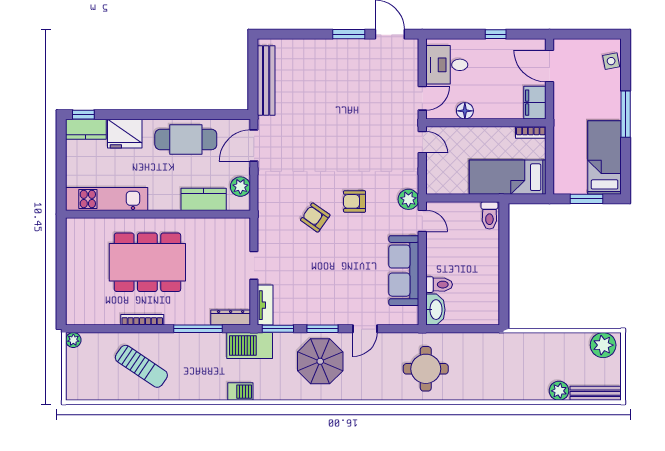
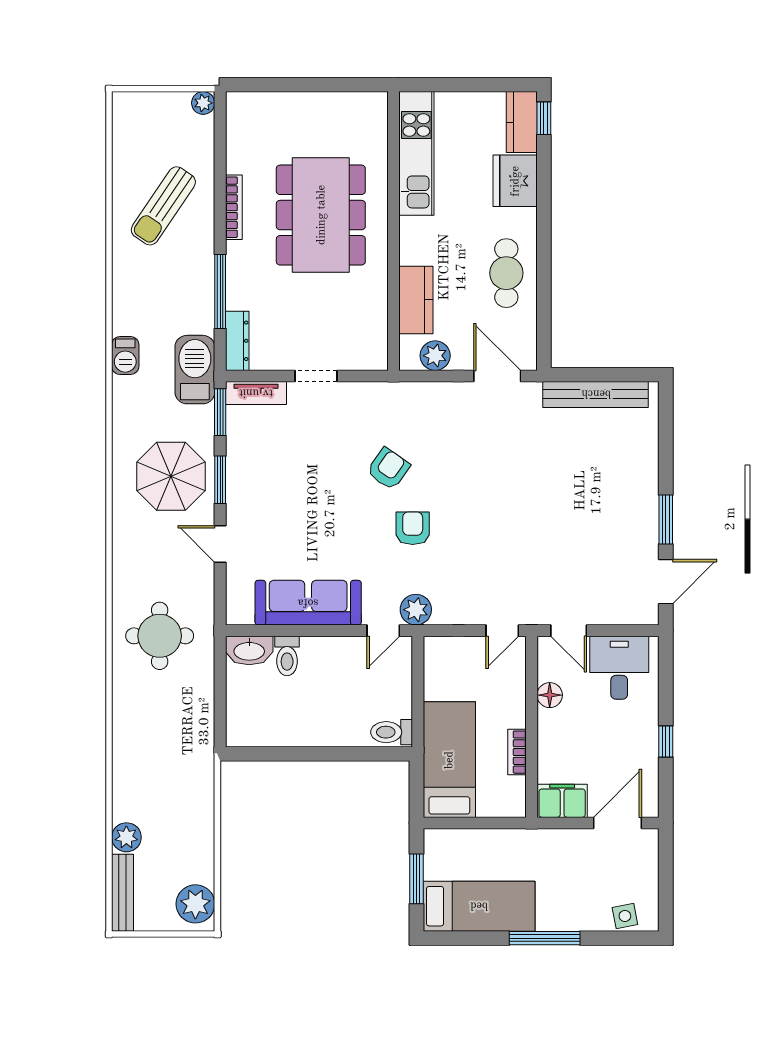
bookcase: (531, 132) -> (517, 752), moved
cafe table: (186, 139) -> (506, 273), width x0.73, depth x0.74

